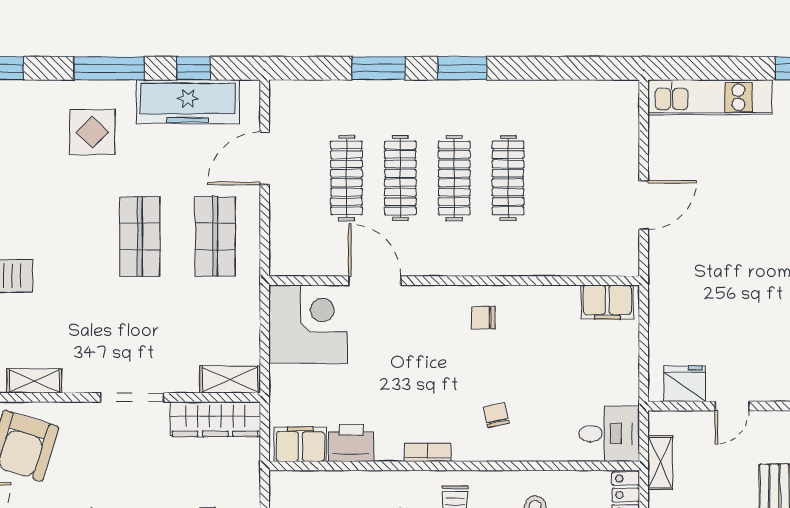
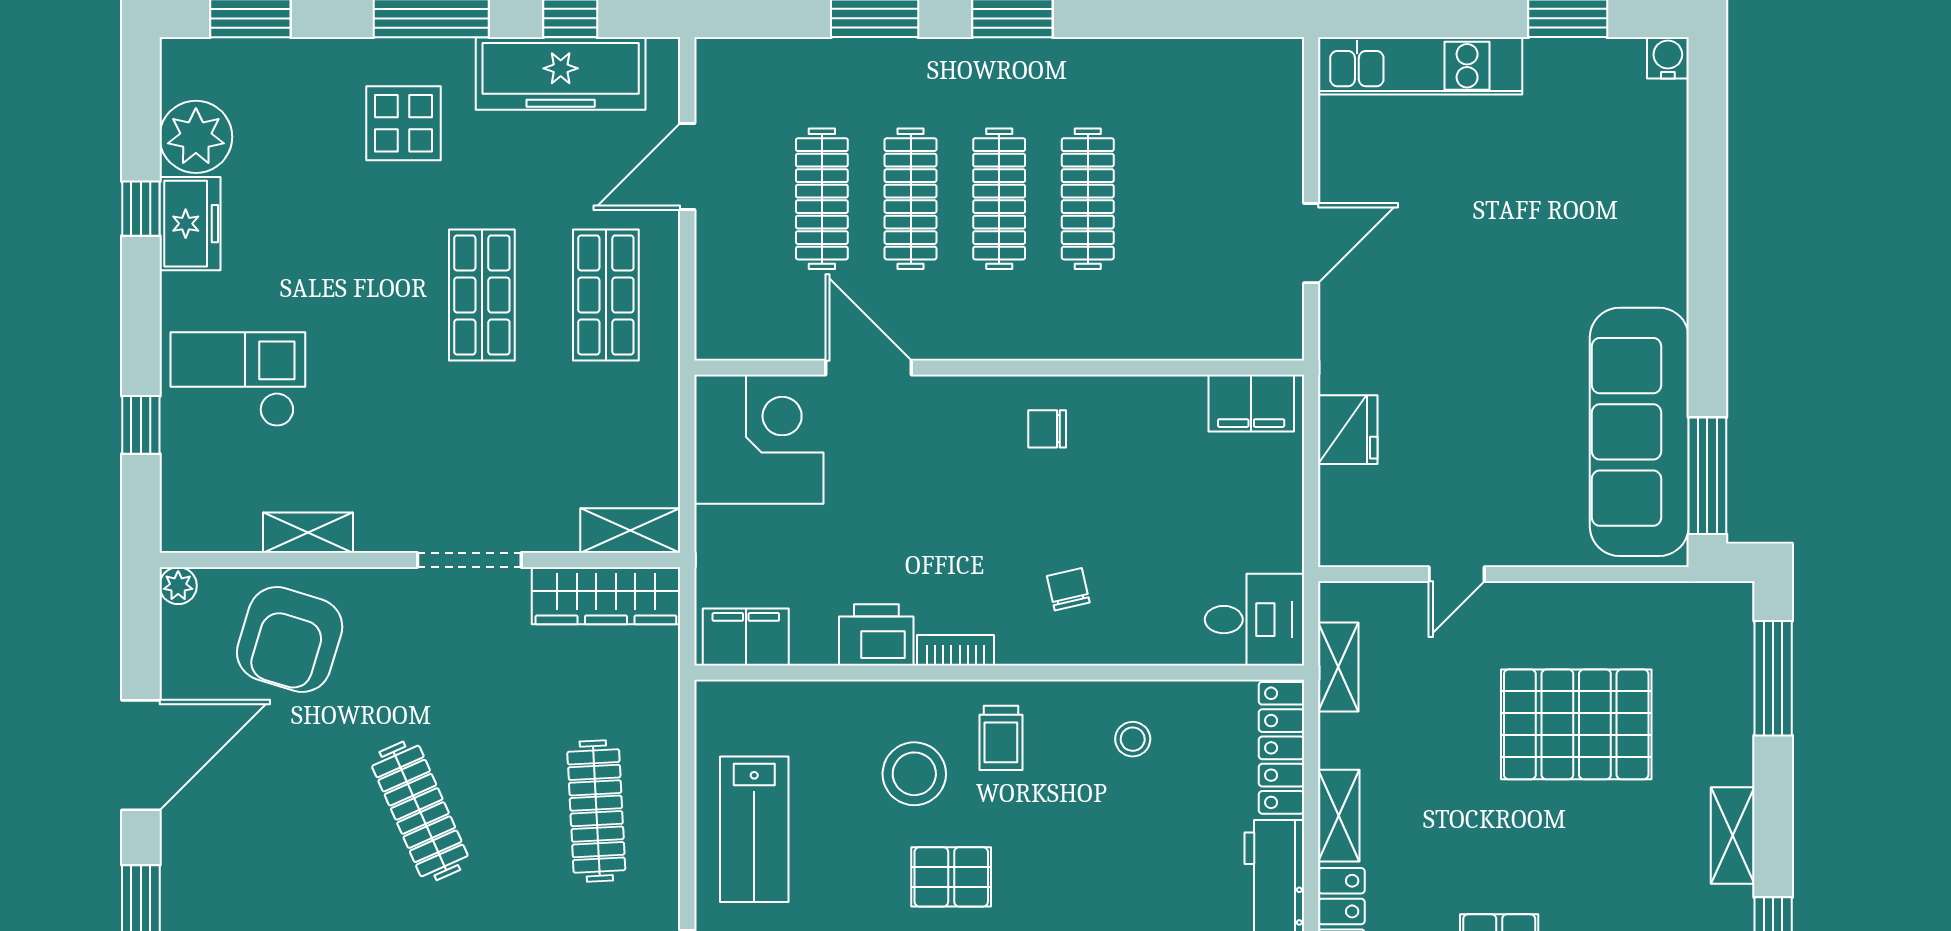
fridge: (685, 384) -> (1348, 430), moved, turned 90
printer: (351, 443) -> (876, 635), moved

